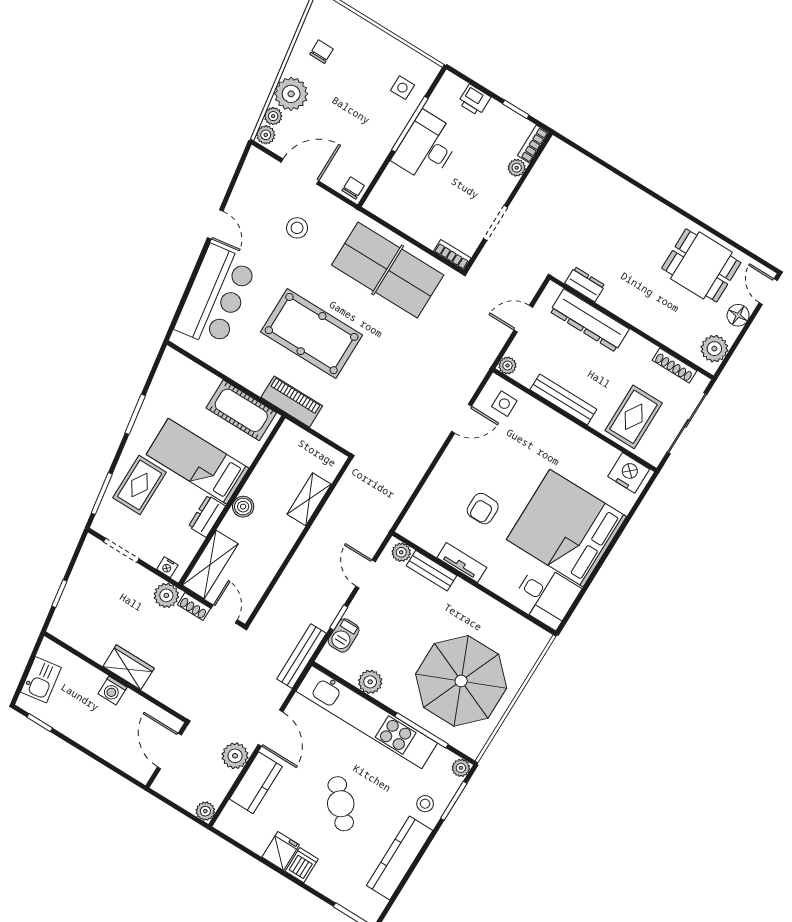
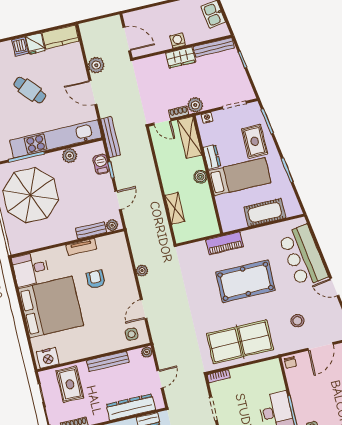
cot: (241, 410) -> (265, 212), moved
door: (366, 574) -> (118, 200), hinge flipped
bench: (78, 641) -> (214, 47), added
kitchen counter: (256, 783) -> (60, 37), moved, turned -90
plant: (205, 811) -> (142, 271), moved

